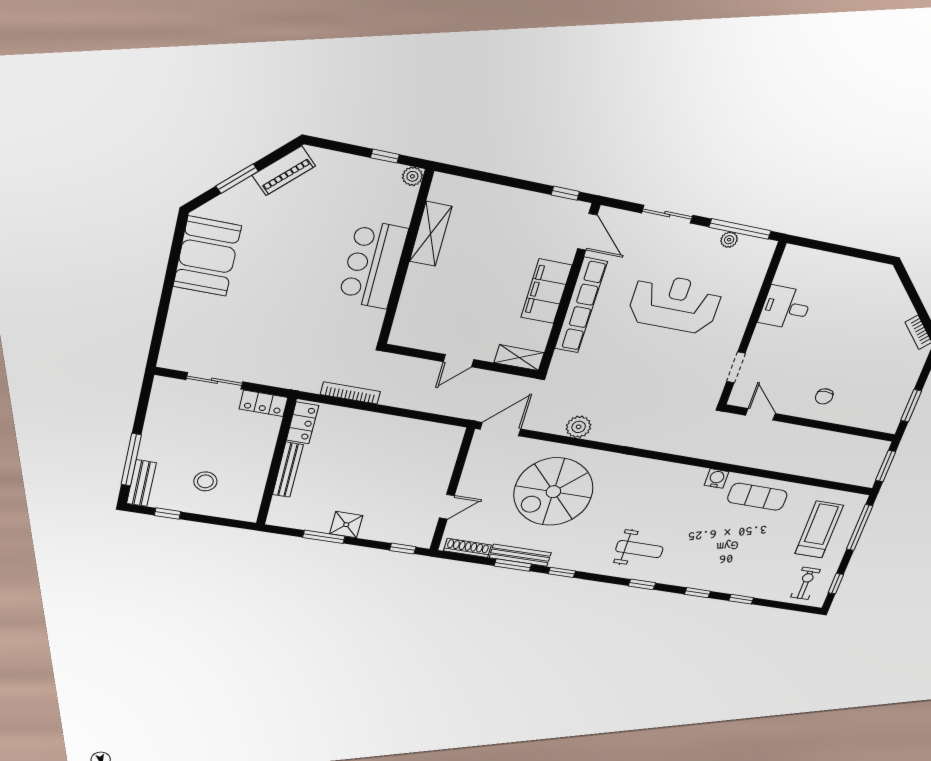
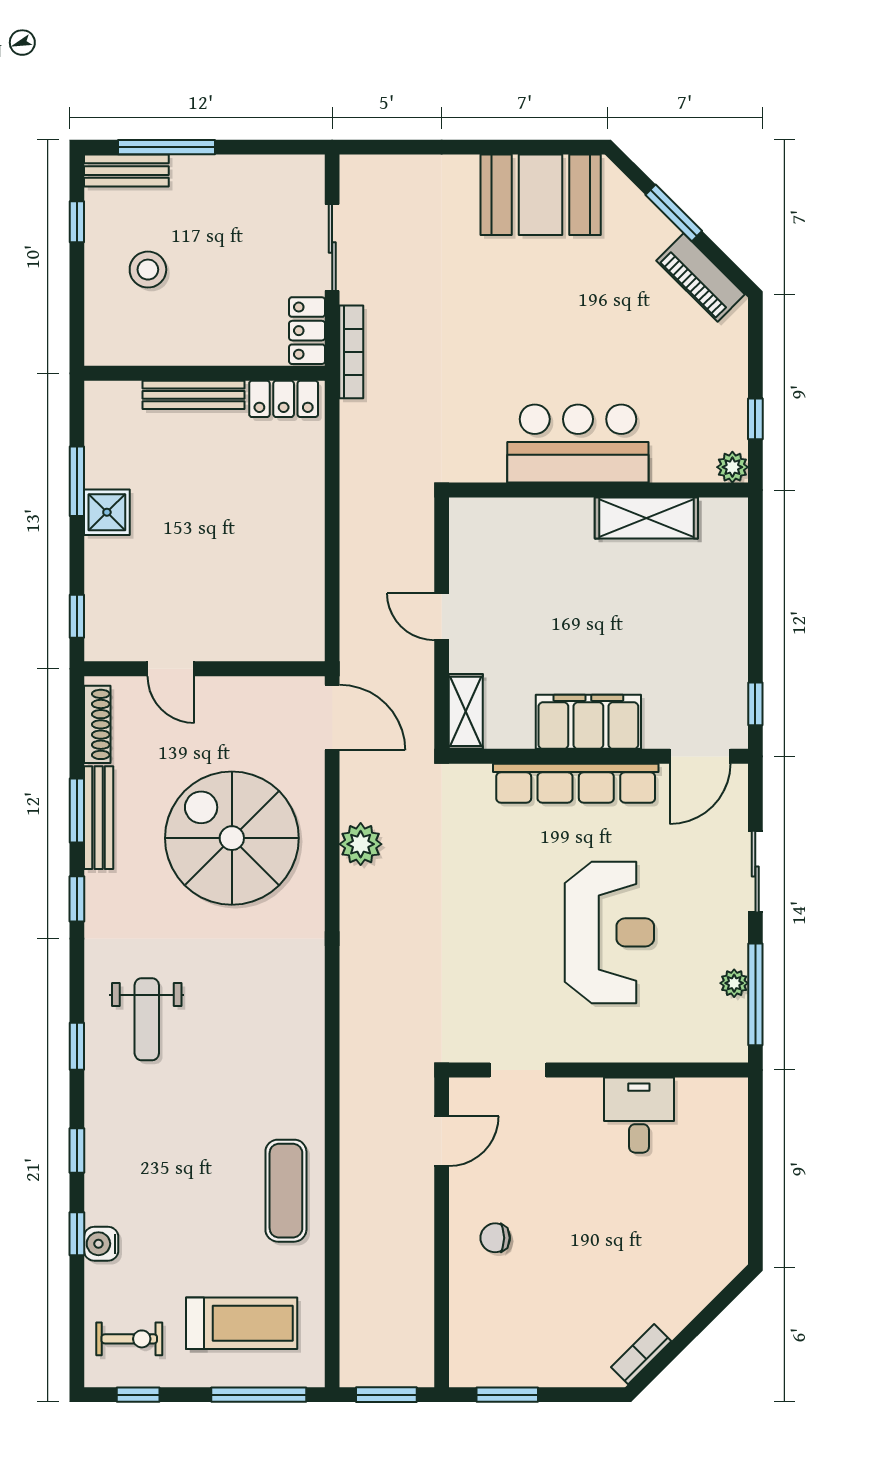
bookcase: (350, 393) -> (351, 352), moved
water cooler: (716, 478) -> (101, 1244), moved, turned 180

